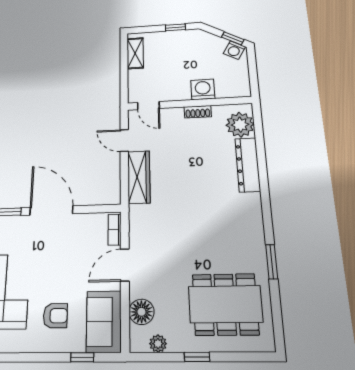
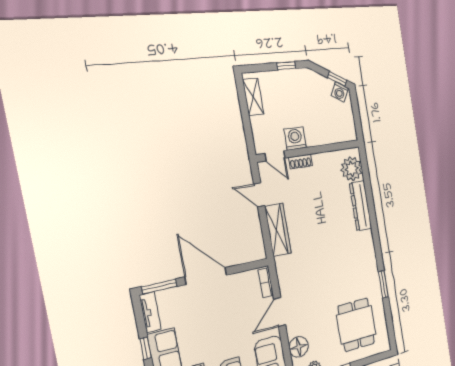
washing machine: (203, 89) -> (295, 139), moved
shoe rack: (198, 112) -> (300, 161), moved
dining table: (225, 304) -> (356, 325), width x0.73

